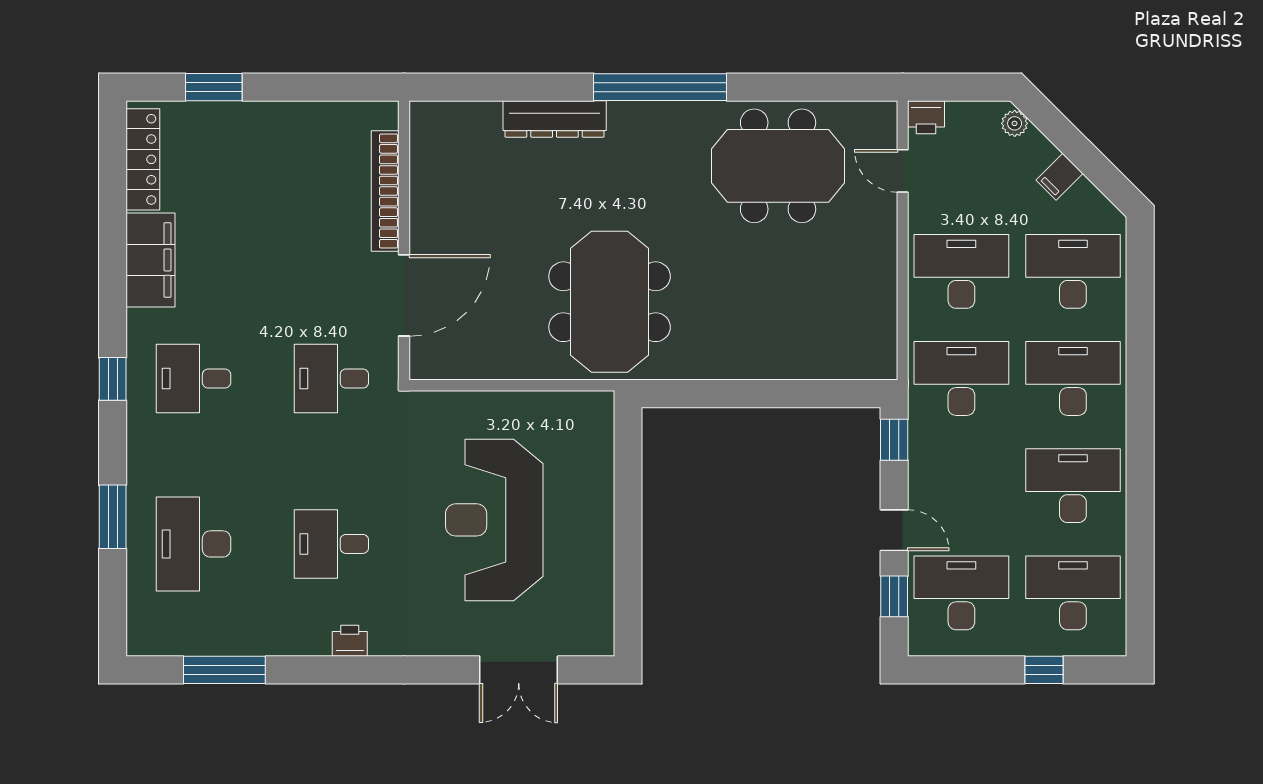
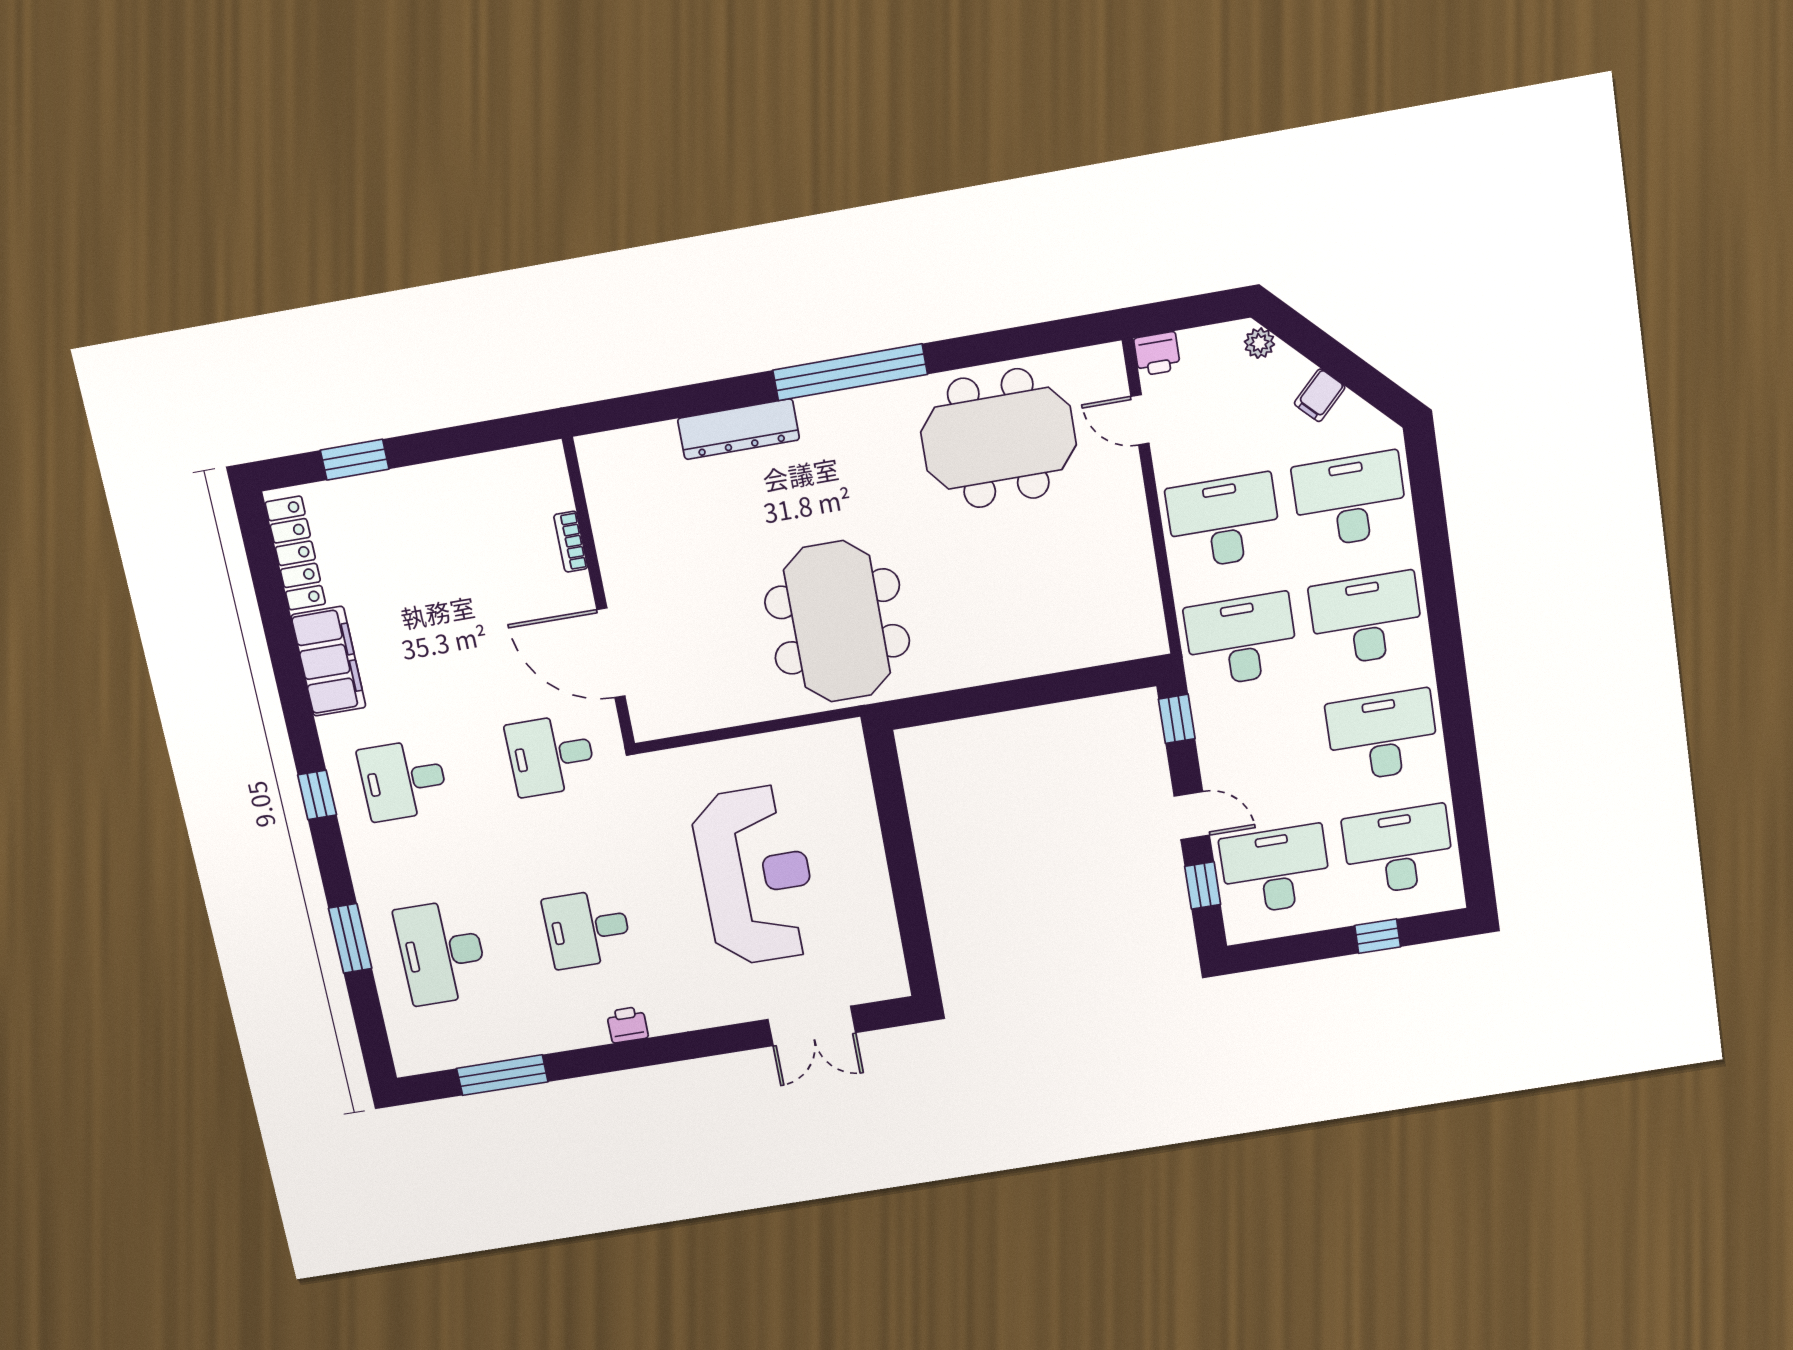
bookcase: (385, 191) -> (571, 542), width x0.43, depth x0.76
door: (404, 295) -> (611, 653), swing flipped
reception desk: (494, 520) -> (756, 875), turned 180

